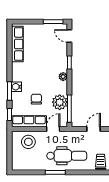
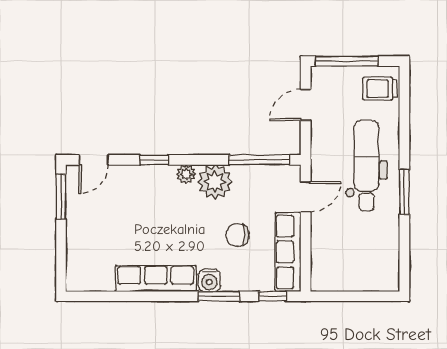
row of seats: (17, 44) -> (156, 278), moved
plant: (60, 102) -> (215, 182), moved
door: (53, 129) -> (306, 197), swing flipped
door: (93, 129) -> (306, 105), hinge flipped
stool: (28, 142) -> (335, 253), removed

